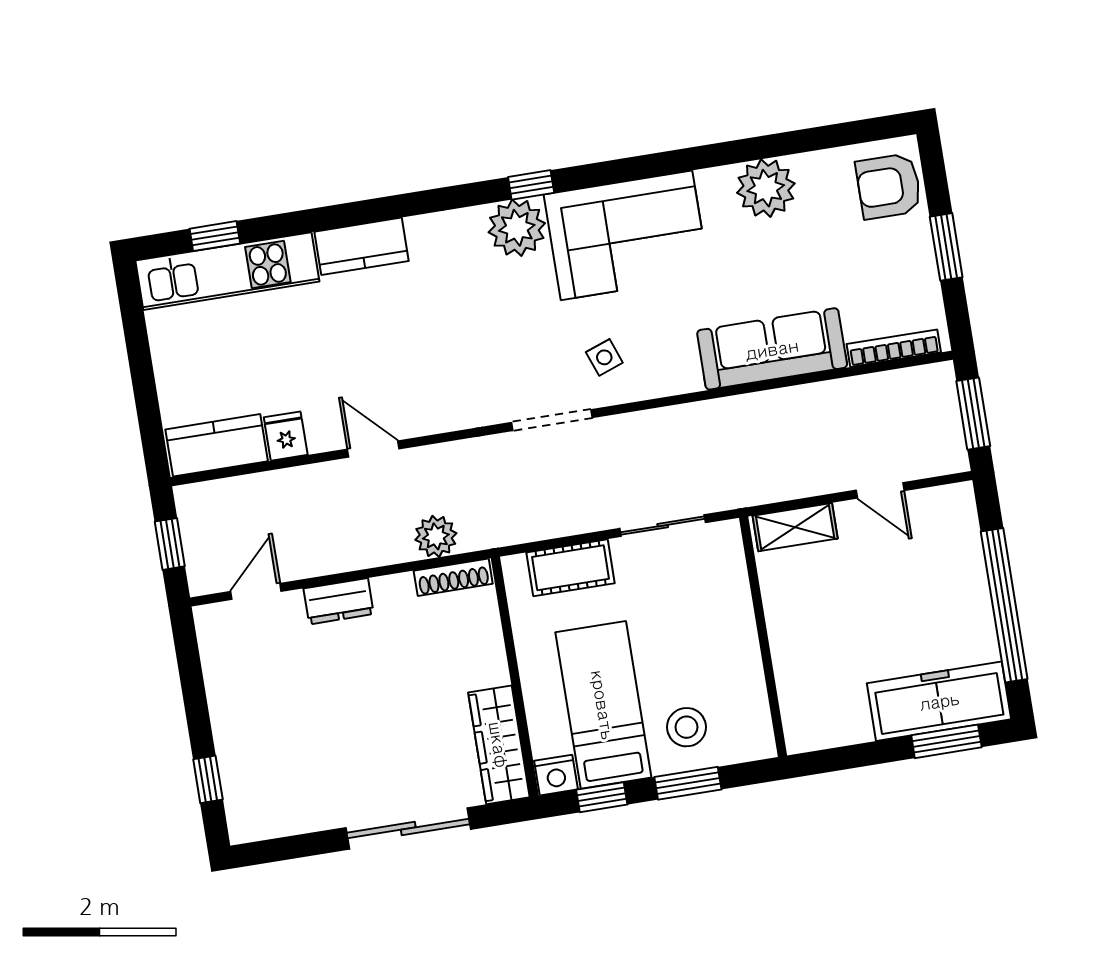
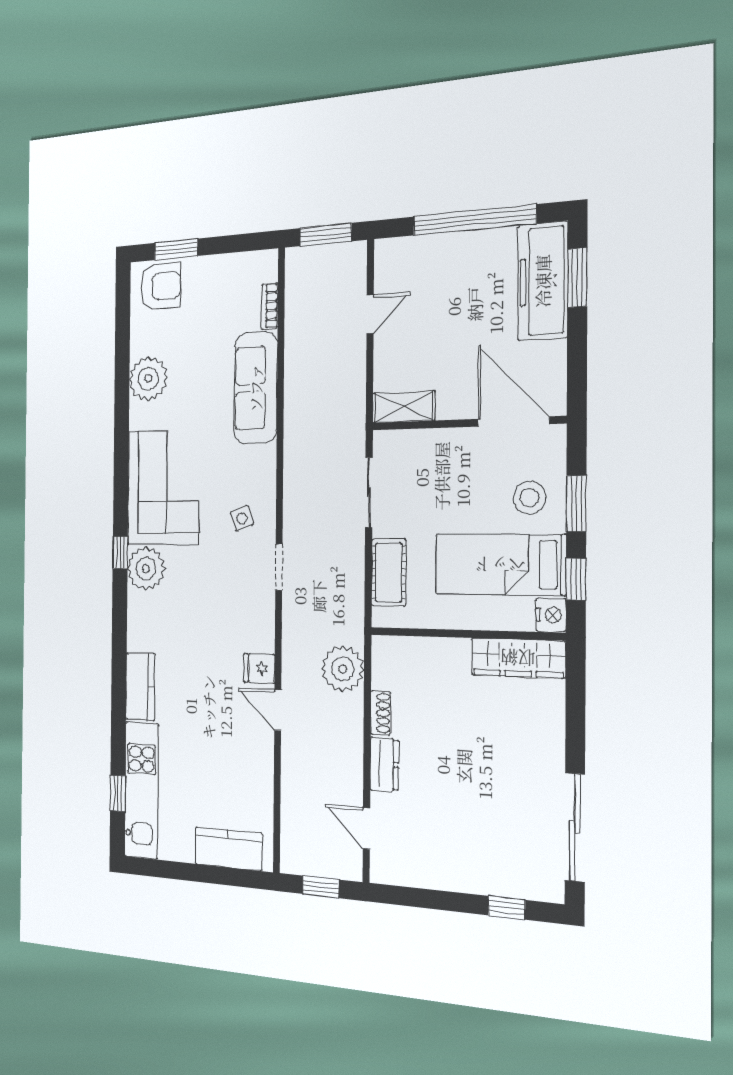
armchair: (889, 186) -> (161, 286), turned -90
window: (946, 247) -> (176, 249), moved
bookcase: (894, 348) -> (270, 306), width x0.64
doorway: (552, 420) -> (279, 567), width x0.73
fridge: (286, 436) -> (259, 668), moved
kitchen counter: (217, 445) -> (228, 849), moved, turned 90
door: (373, 449) -> (278, 710), hinge flipped
shelving: (795, 527) -> (404, 407), moved, turned 90
plant: (436, 536) -> (343, 669), width x1.36, depth x1.36
shoe rack: (453, 577) -> (381, 713), moved, width x0.70
door: (772, 693) -> (513, 422), added
sliding door: (408, 829) -> (575, 827), moved

